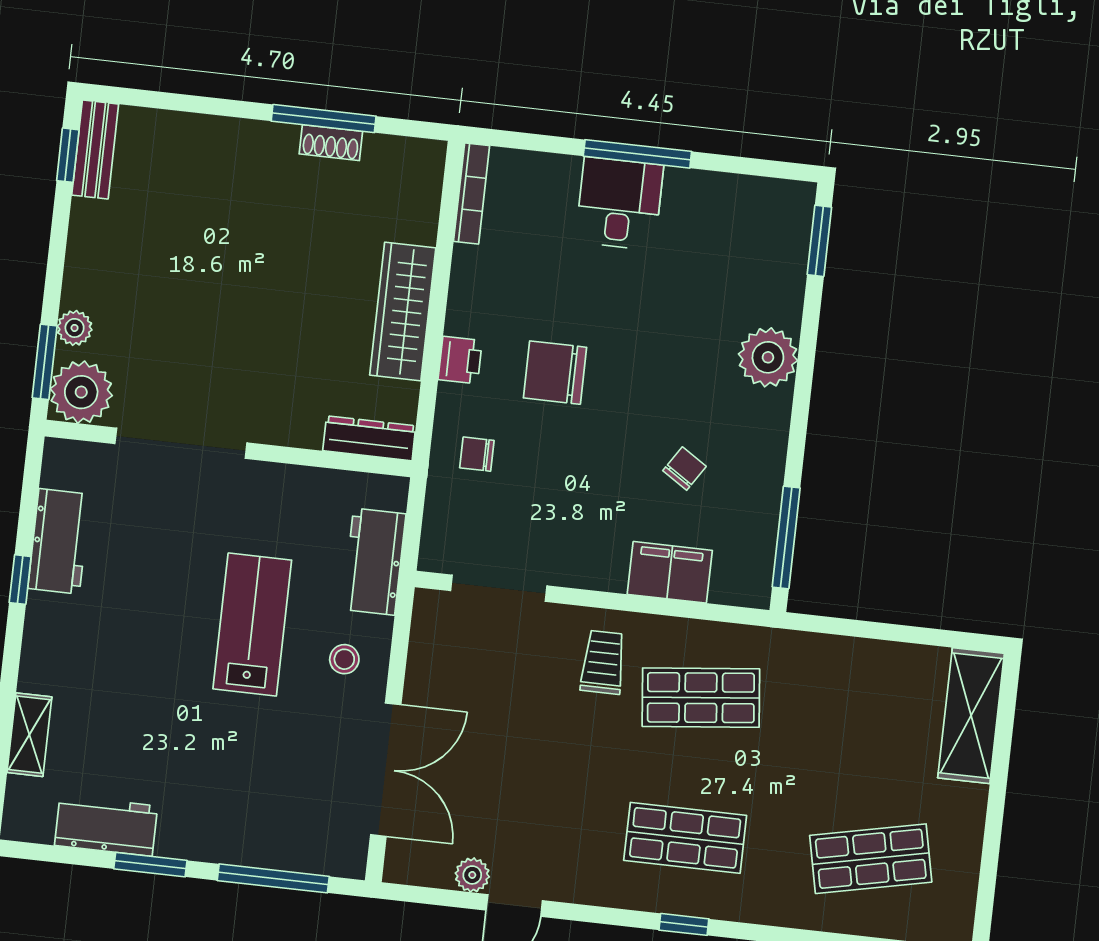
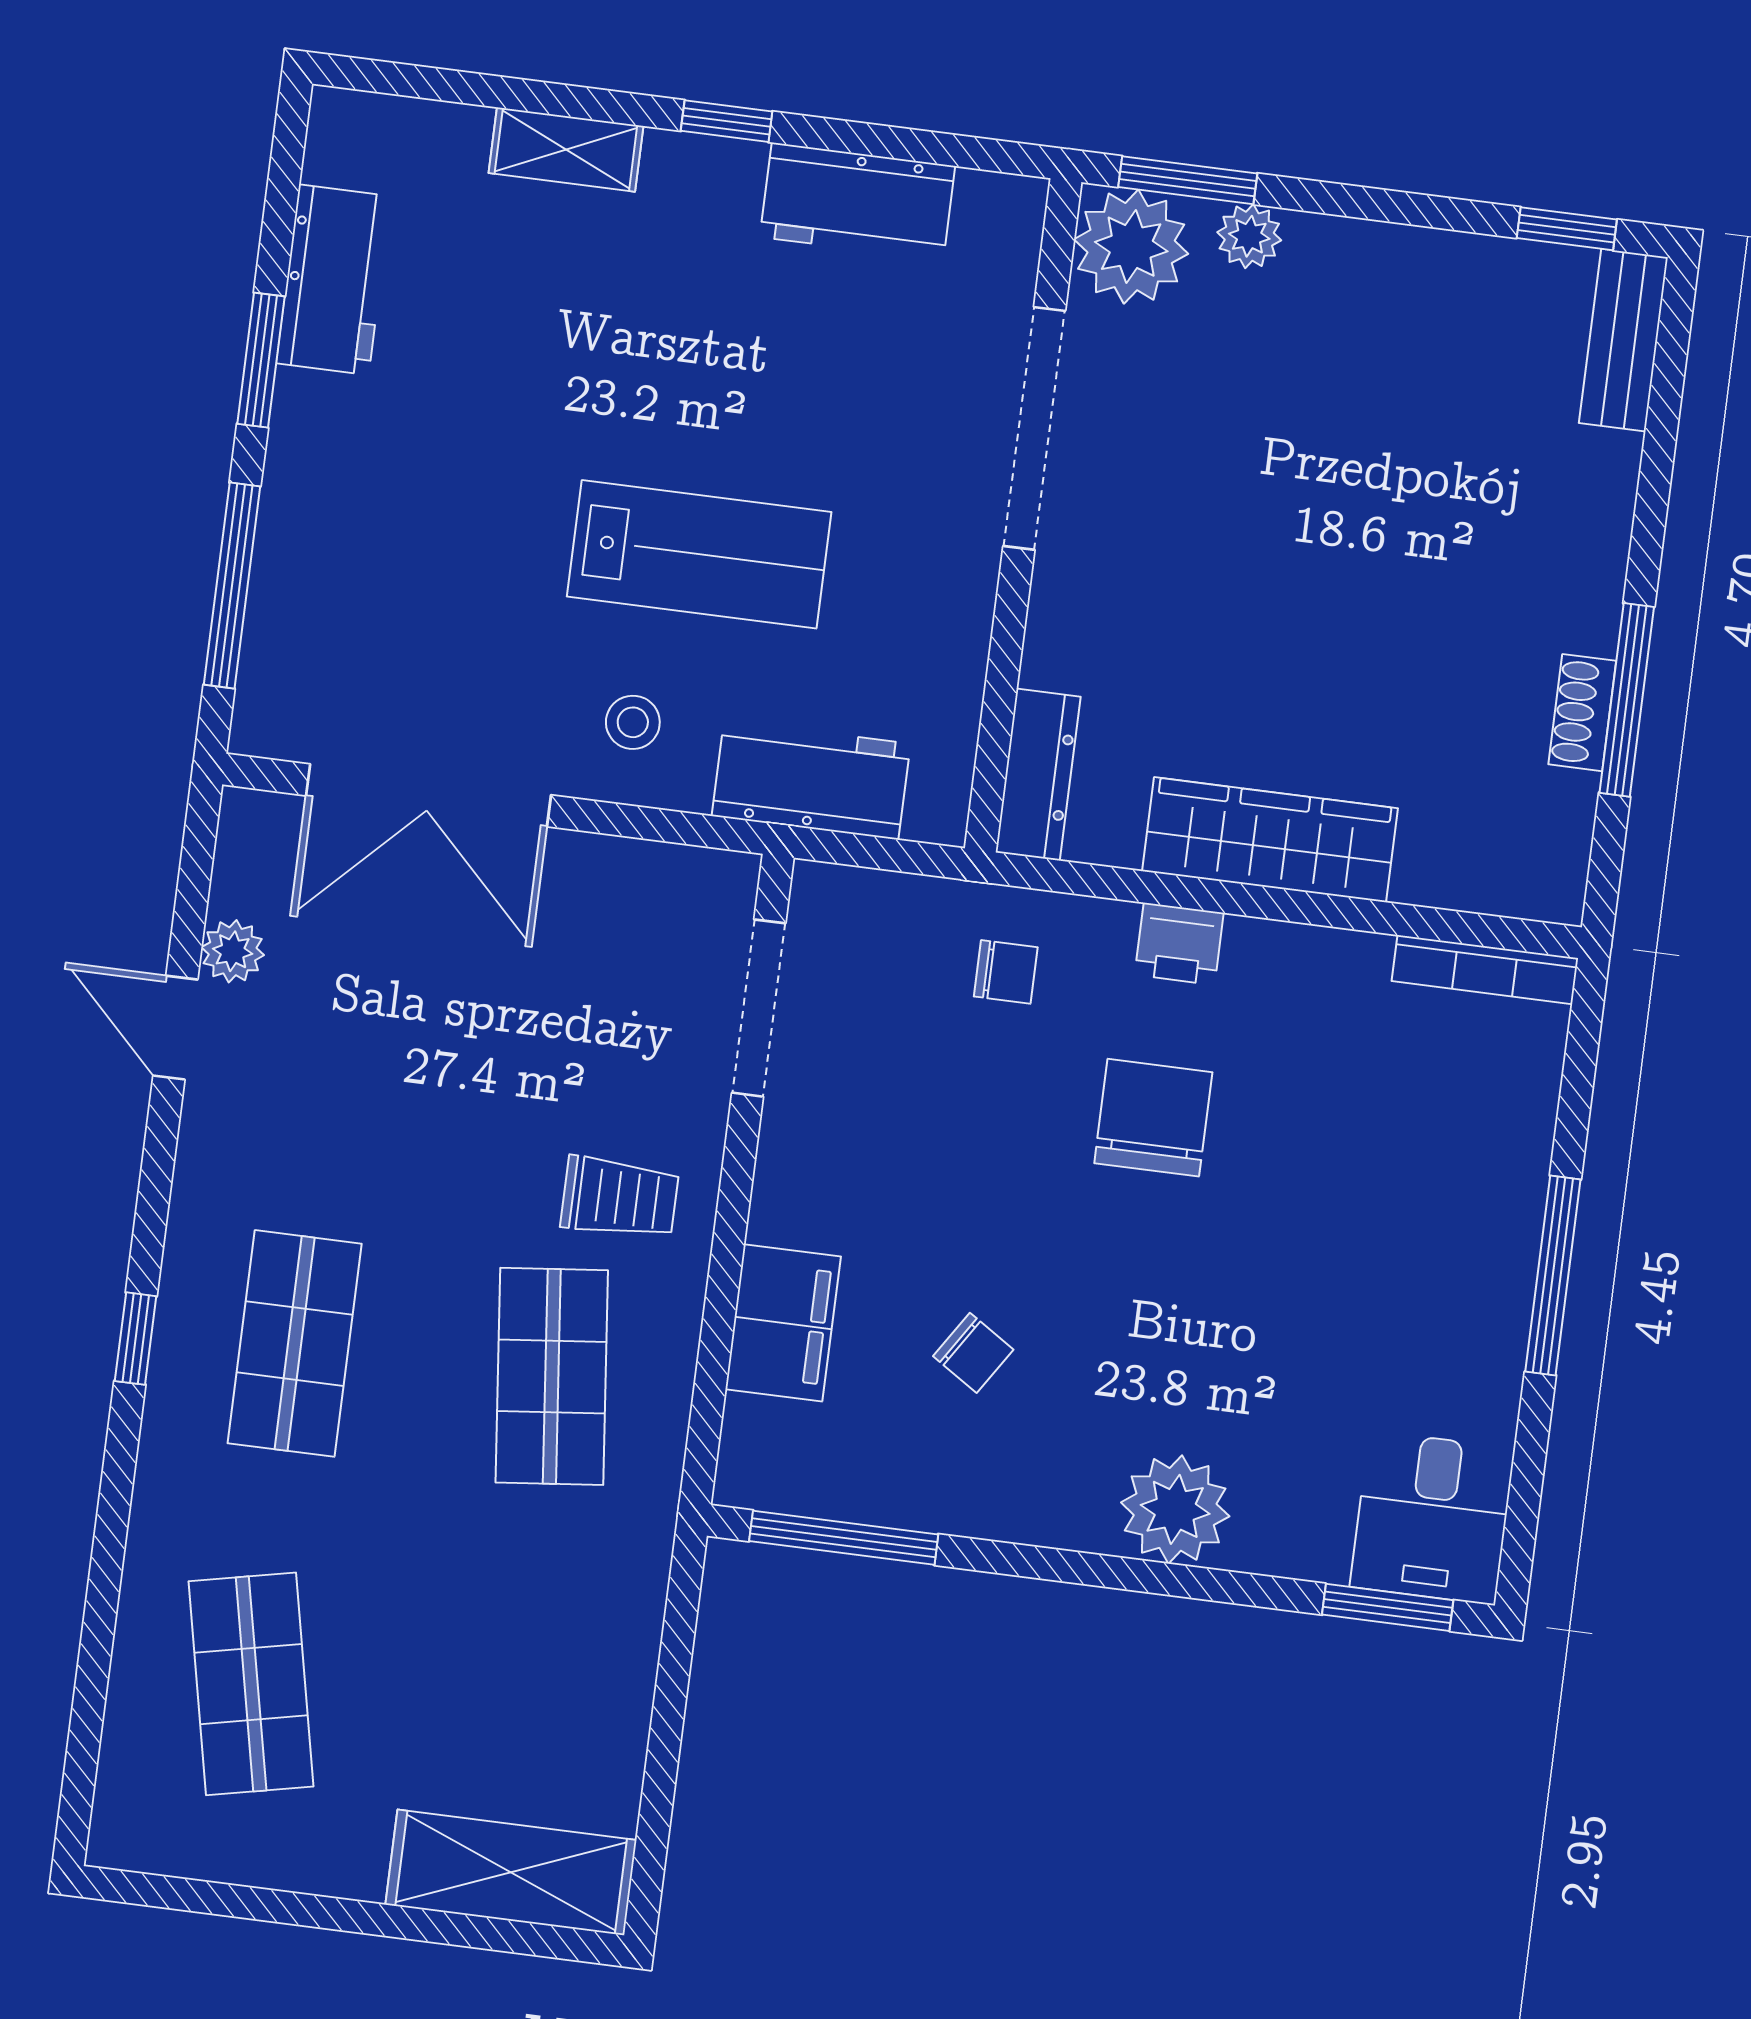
bench: (95, 150) -> (1623, 340), moved, turned 90
desk: (619, 204) -> (1432, 1518), moved, turned 90
chair: (477, 454) -> (1006, 972), turned 90
window: (20, 580) -> (727, 121), moved
shelving: (29, 735) -> (566, 149), moved

